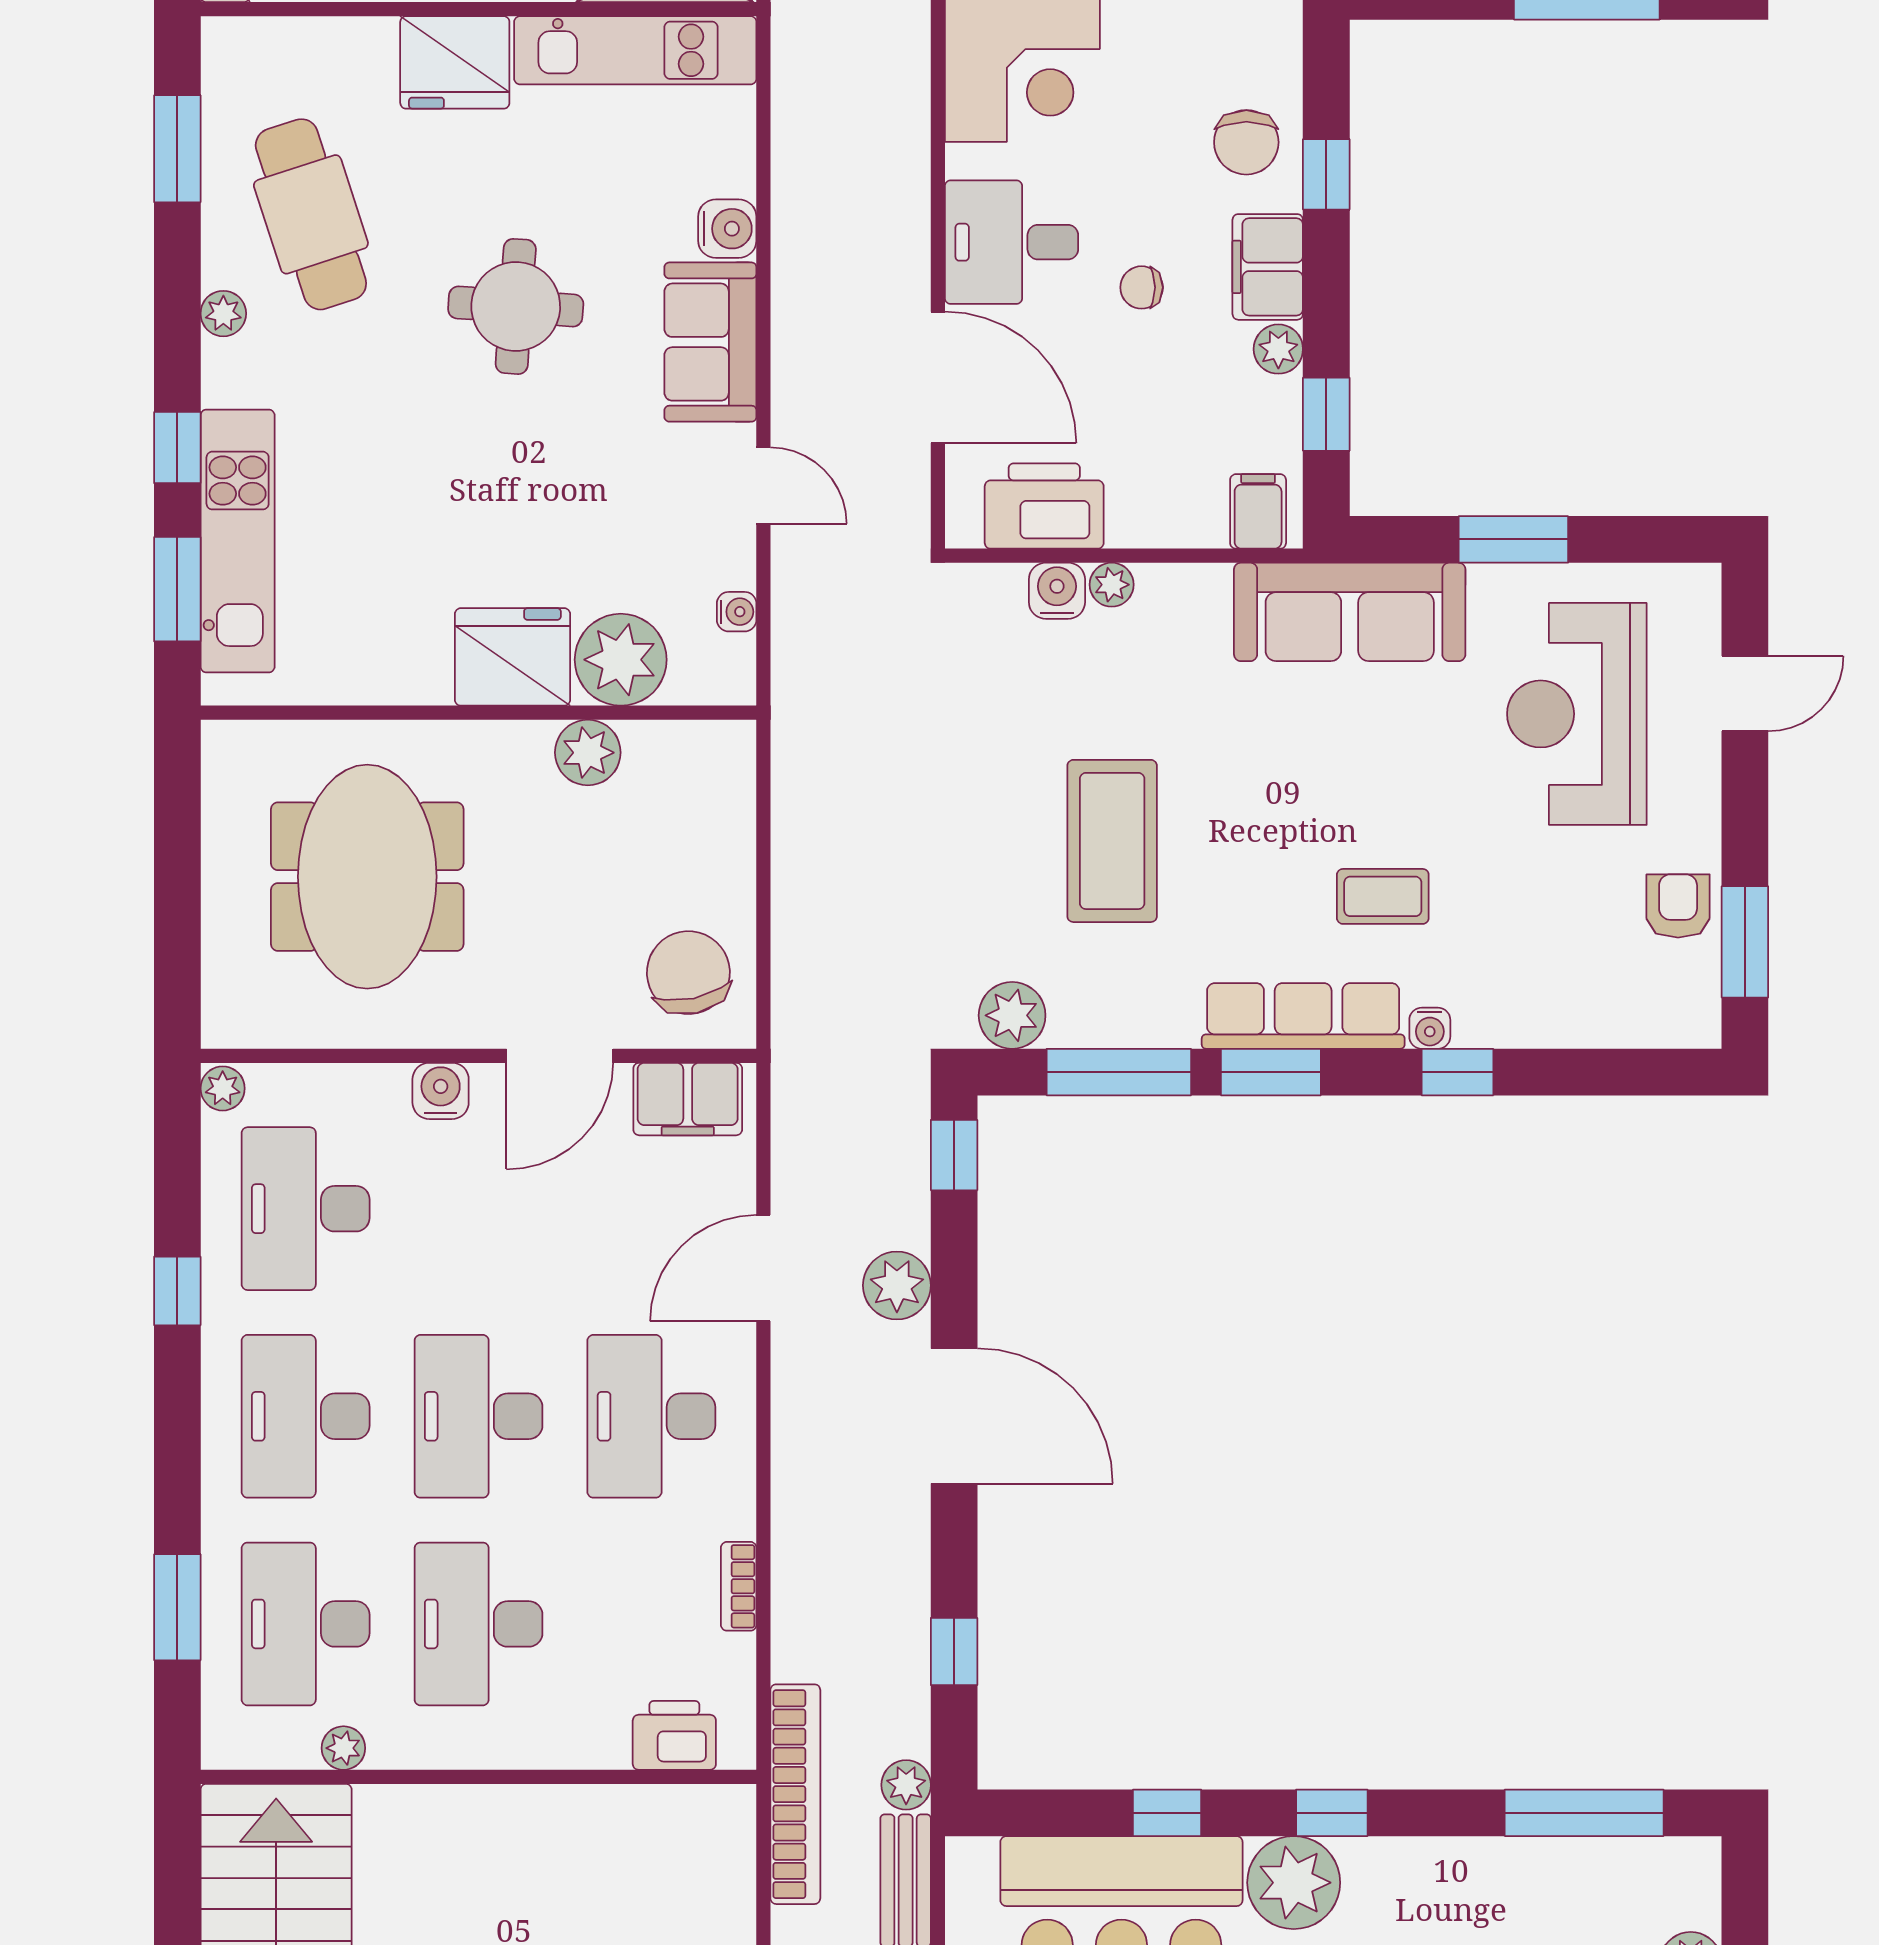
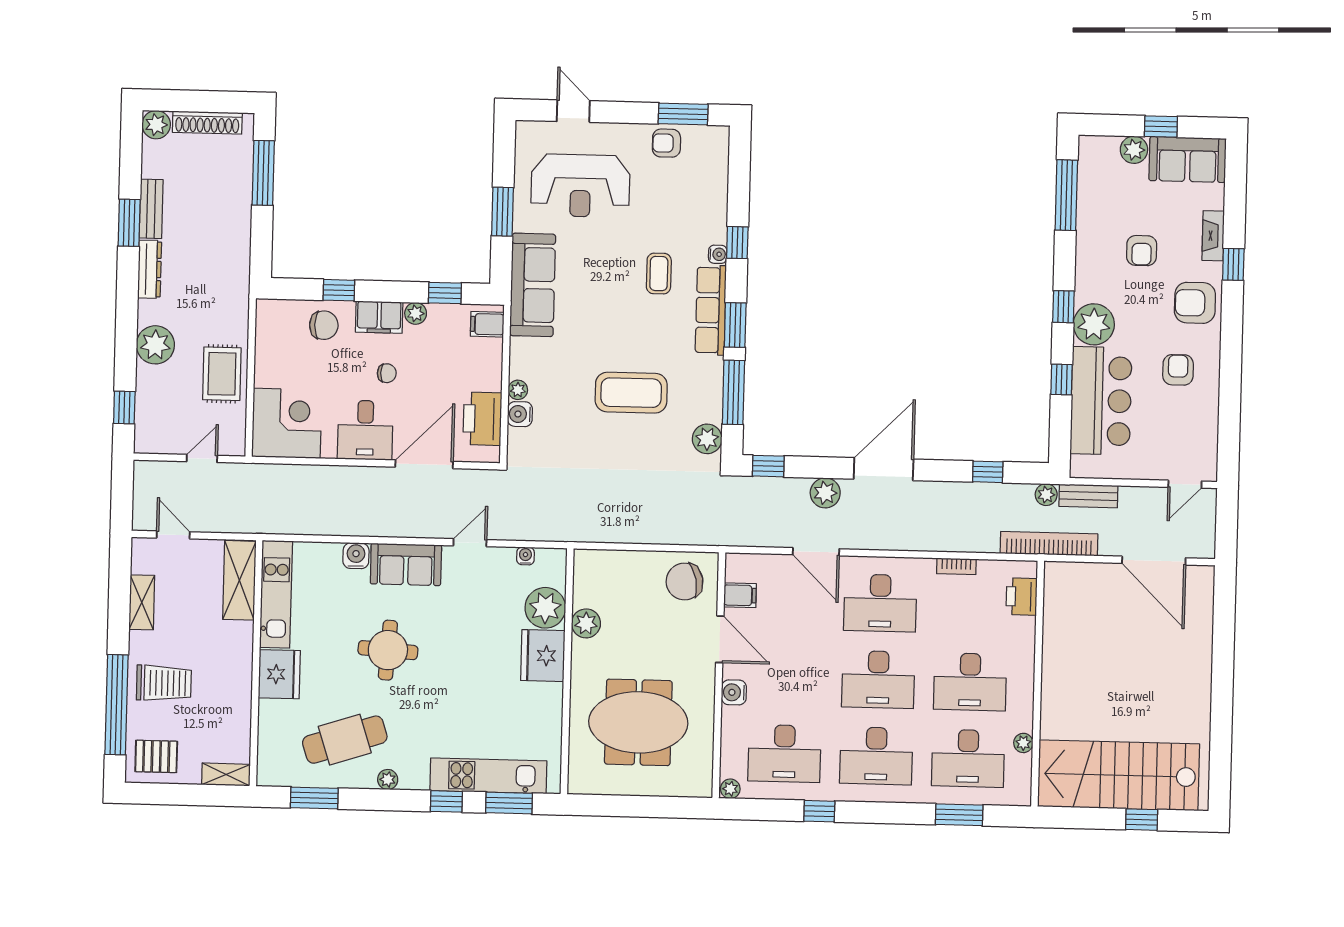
chair: (1142, 287) -> (387, 373), turned -89
filing cabinet: (688, 1099) -> (740, 595), width x0.50

